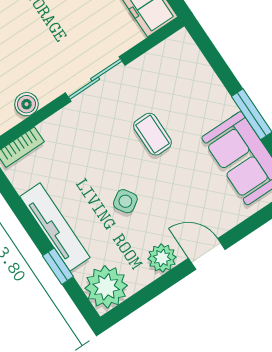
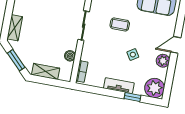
tv unit: (55, 227) -> (119, 86), width x0.71

